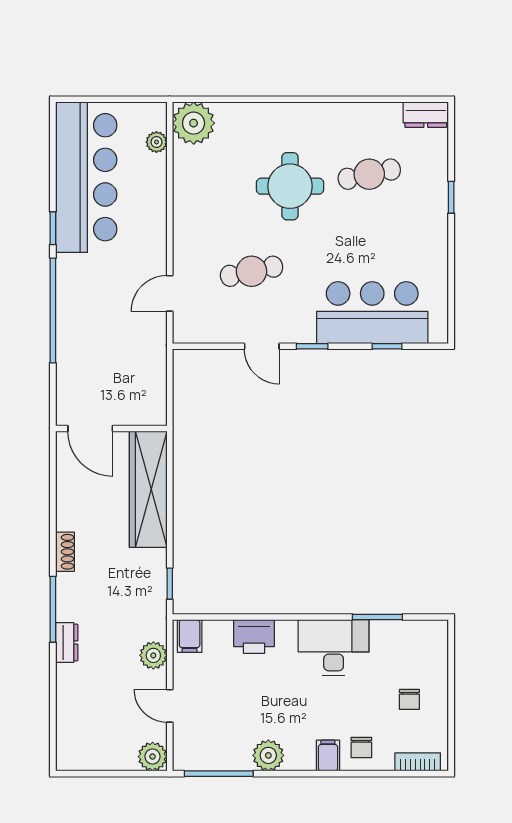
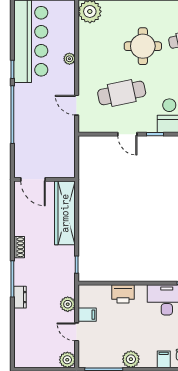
plant: (156, 142) -> (69, 59), moved
cafe table: (252, 271) -> (122, 93), width x1.37, depth x1.35
door: (170, 293) -> (77, 105), hinge flipped
filing cabinet: (190, 636) -> (87, 315), moved, turned -90

